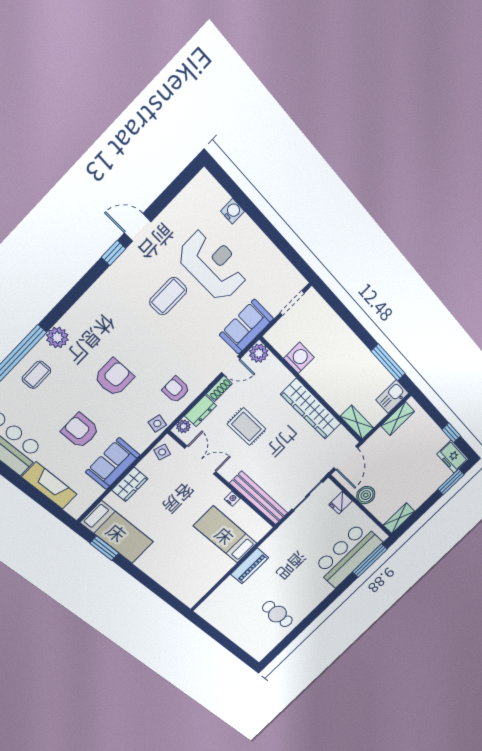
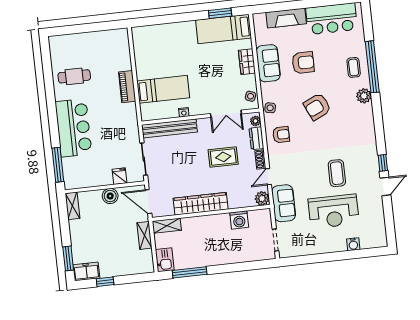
armchair: (114, 377) -> (317, 107), turned 65
shelving: (398, 419) -> (144, 235), moved
bar counter: (348, 555) -> (73, 128), moved

